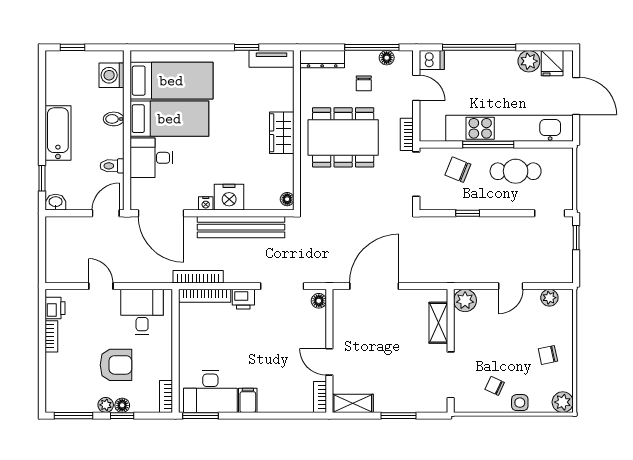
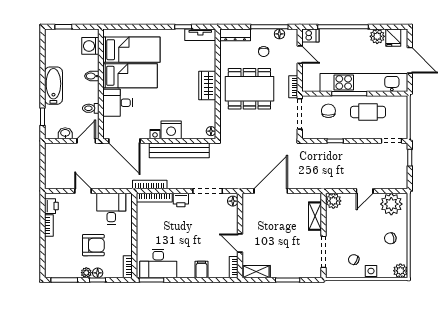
chair: (458, 170) -> (328, 111), turned 68
washbasin: (56, 202) -> (65, 133), moved
plant: (549, 298) -> (391, 204), width x1.88, depth x1.88
filing cabinet: (248, 400) -> (201, 269), moved

